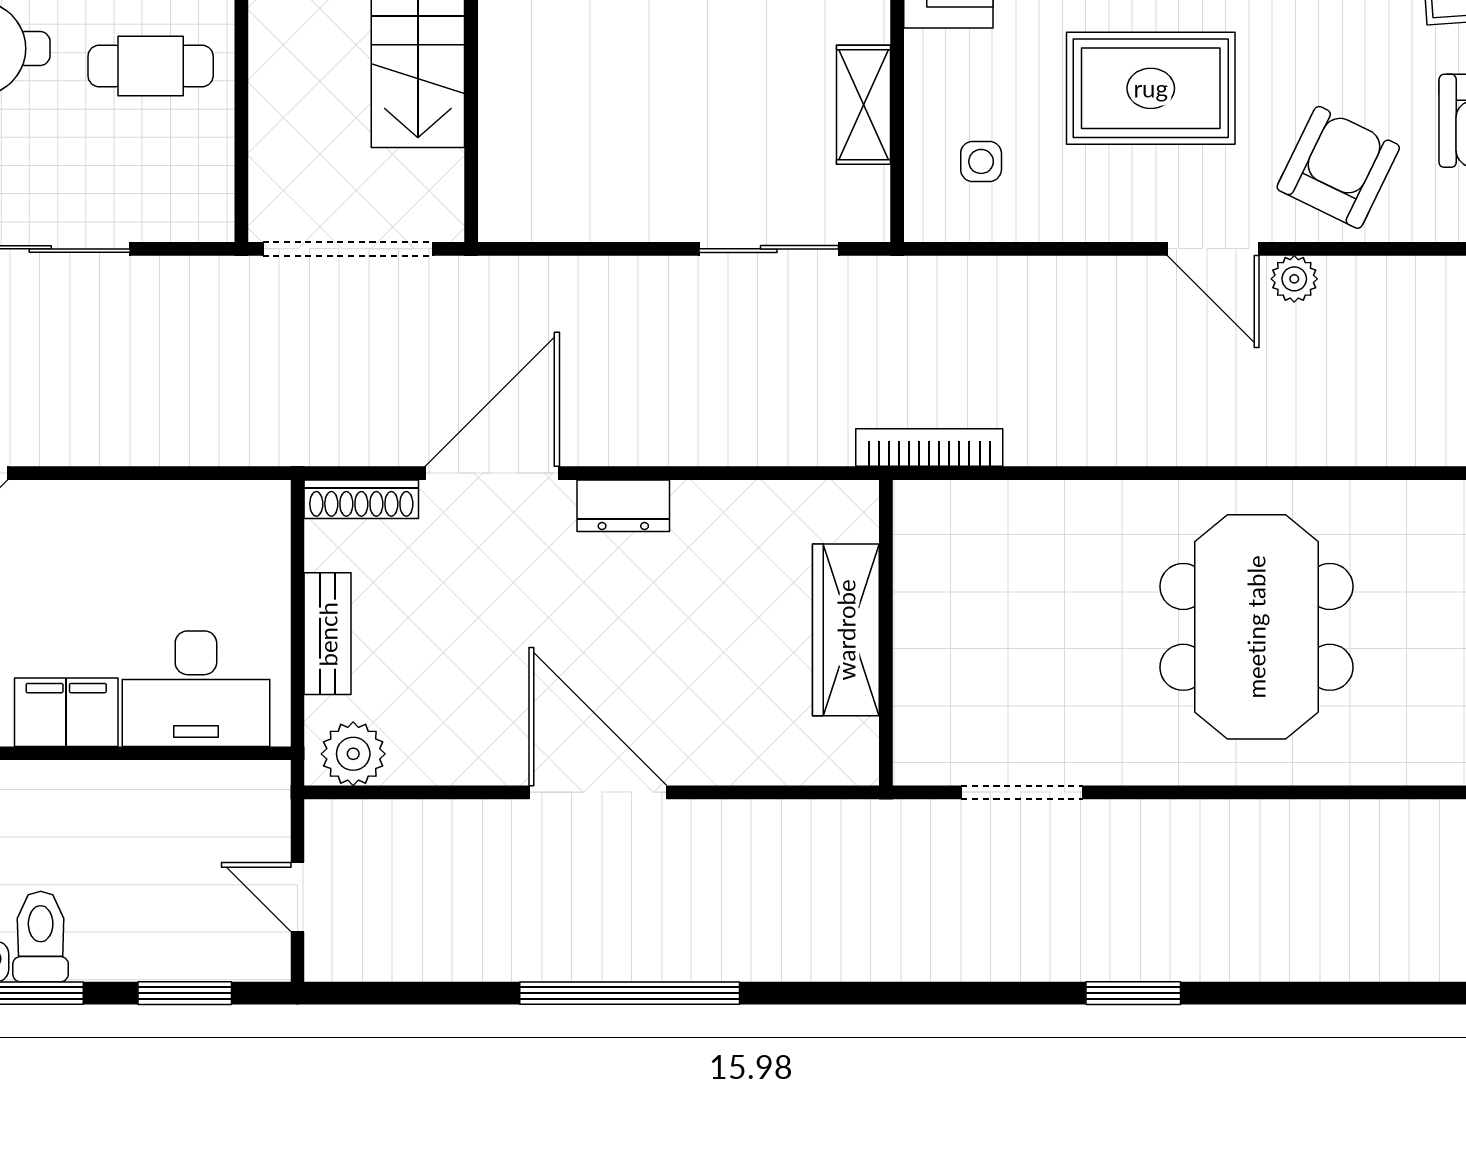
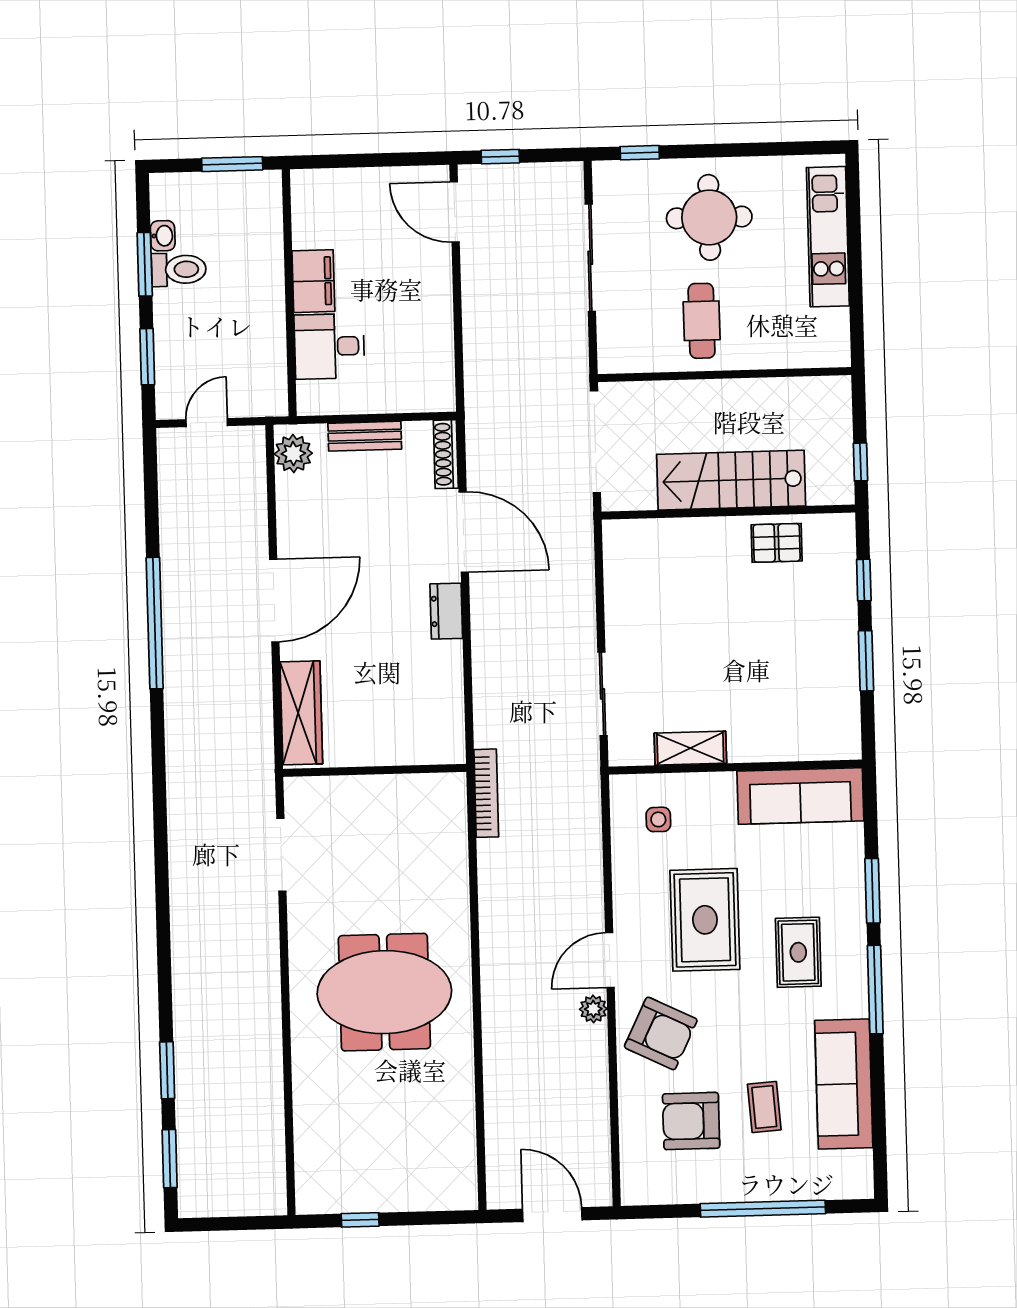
wardrobe: (846, 630) -> (301, 713), moved, turned 90
desk: (196, 689) -> (329, 346), width x0.73
window: (1133, 993) -> (167, 1070), moved

